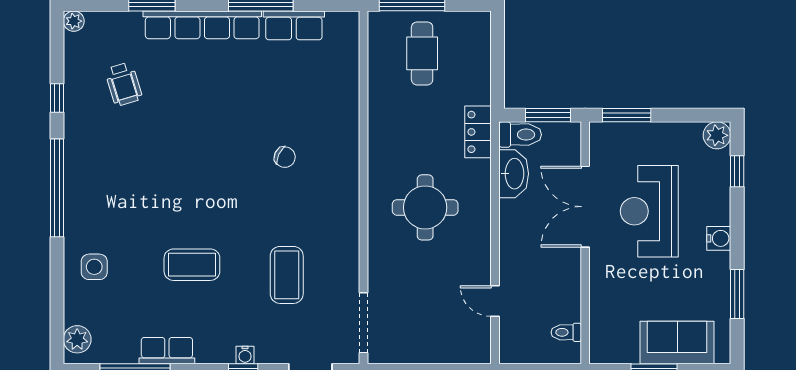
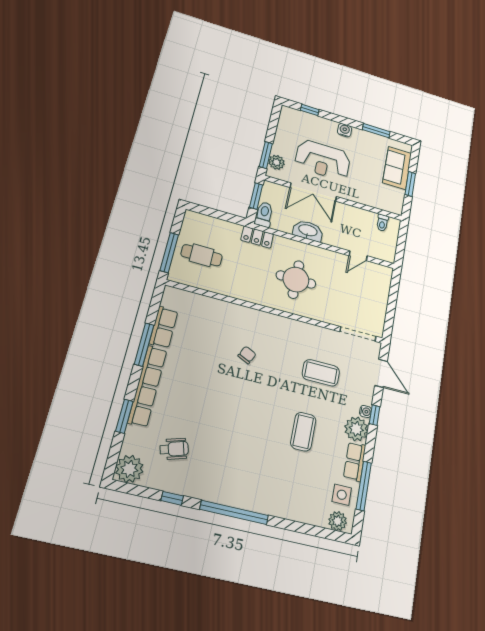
plant: (74, 21) -> (129, 469), width x1.88, depth x1.88
plant: (717, 135) -> (276, 162), moved
washbasin: (514, 174) -> (308, 231), moved
side table: (94, 267) -> (342, 495), moved
plant: (215, 345) -> (356, 429), added

